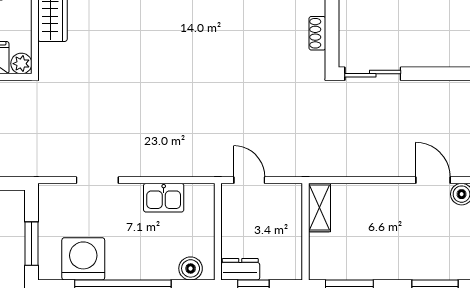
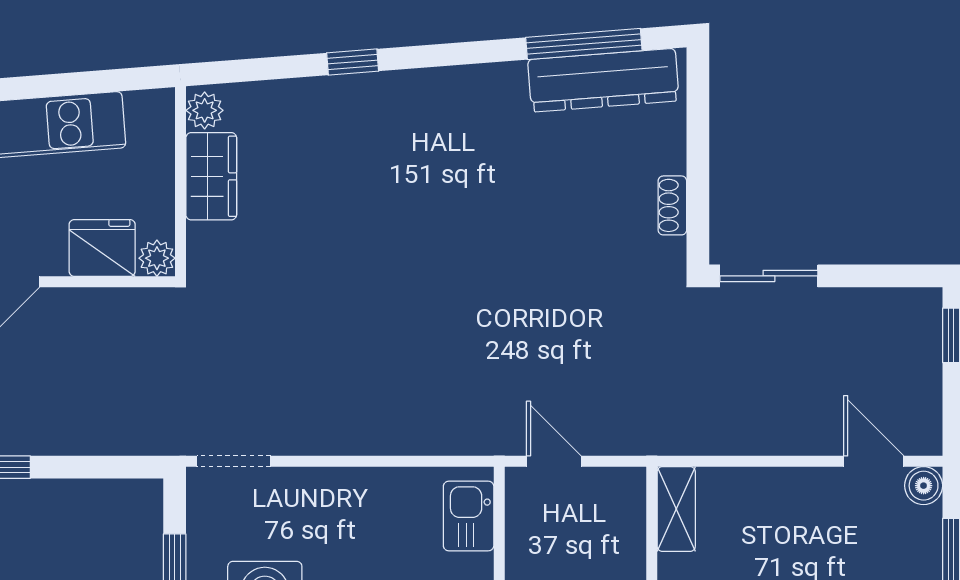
doorway: (97, 180) -> (234, 461), moved
kitchen sink: (164, 198) -> (469, 516), moved, turned 90

